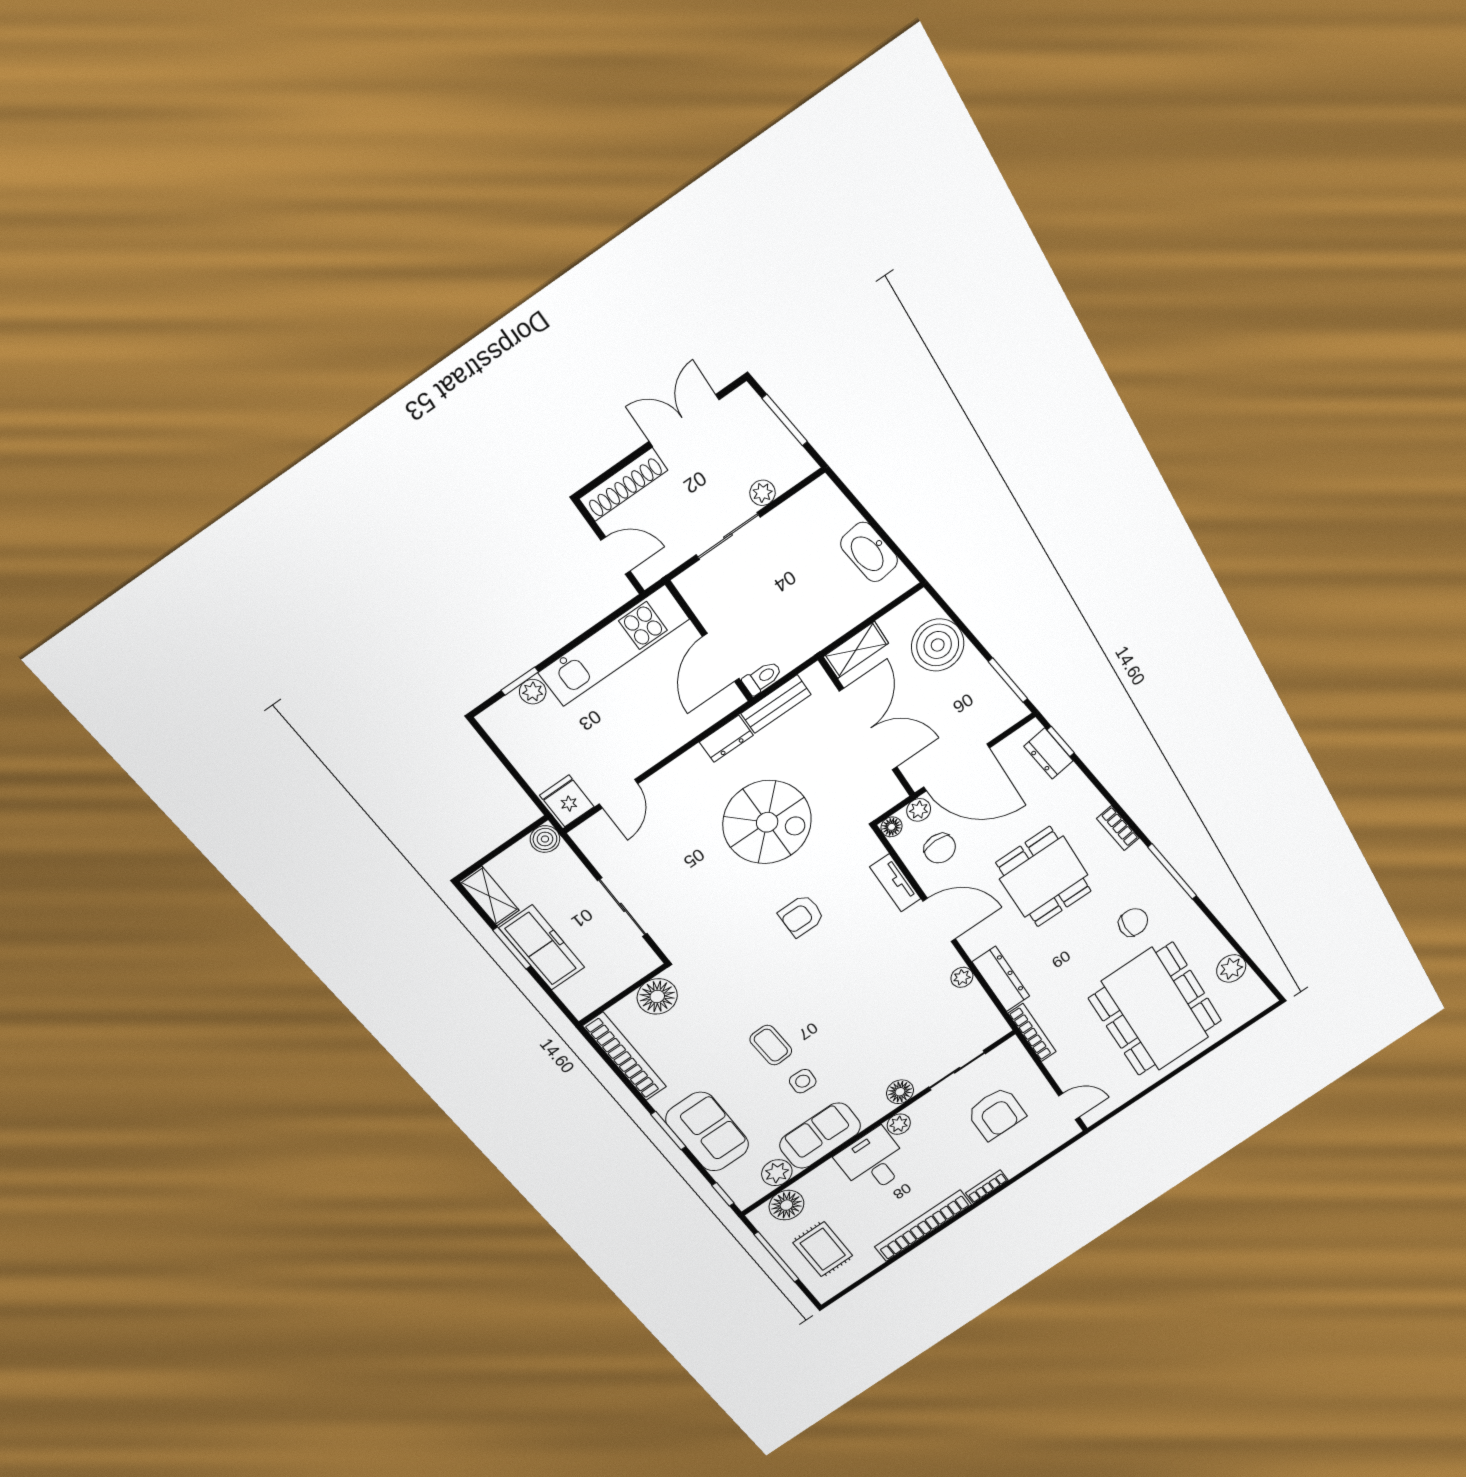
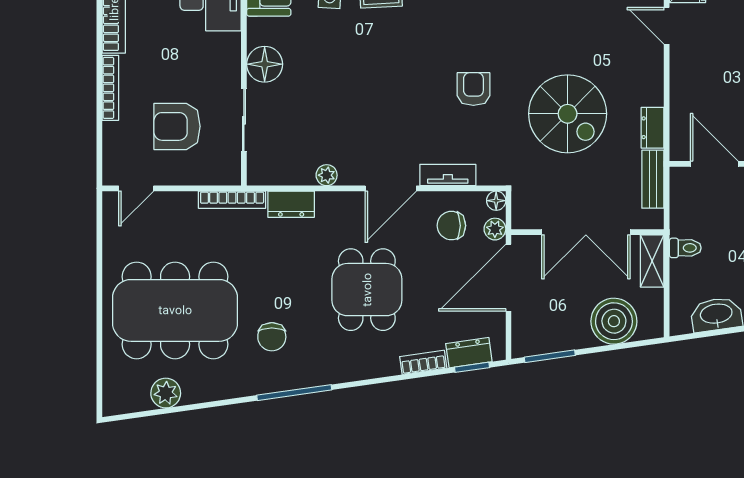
toilet: (762, 678) -> (685, 248), moved, turned -90
spiral stairs: (767, 822) -> (568, 114), turned -90
bookcase: (1118, 828) -> (423, 362), moved
dining table: (1044, 877) -> (367, 290), turned 90
dresser: (1001, 979) -> (291, 204), width x0.70
floor lamp: (900, 1092) -> (265, 64), width x1.38, depth x1.38
plant: (899, 1124) -> (230, 44), removed
bookcase: (987, 1187) -> (110, 88), width x1.56

